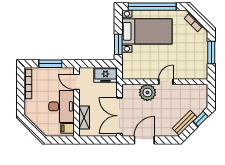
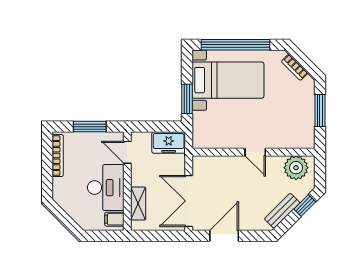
door: (166, 82) -> (255, 152), swing flipped
plant: (147, 92) -> (296, 168), moved

